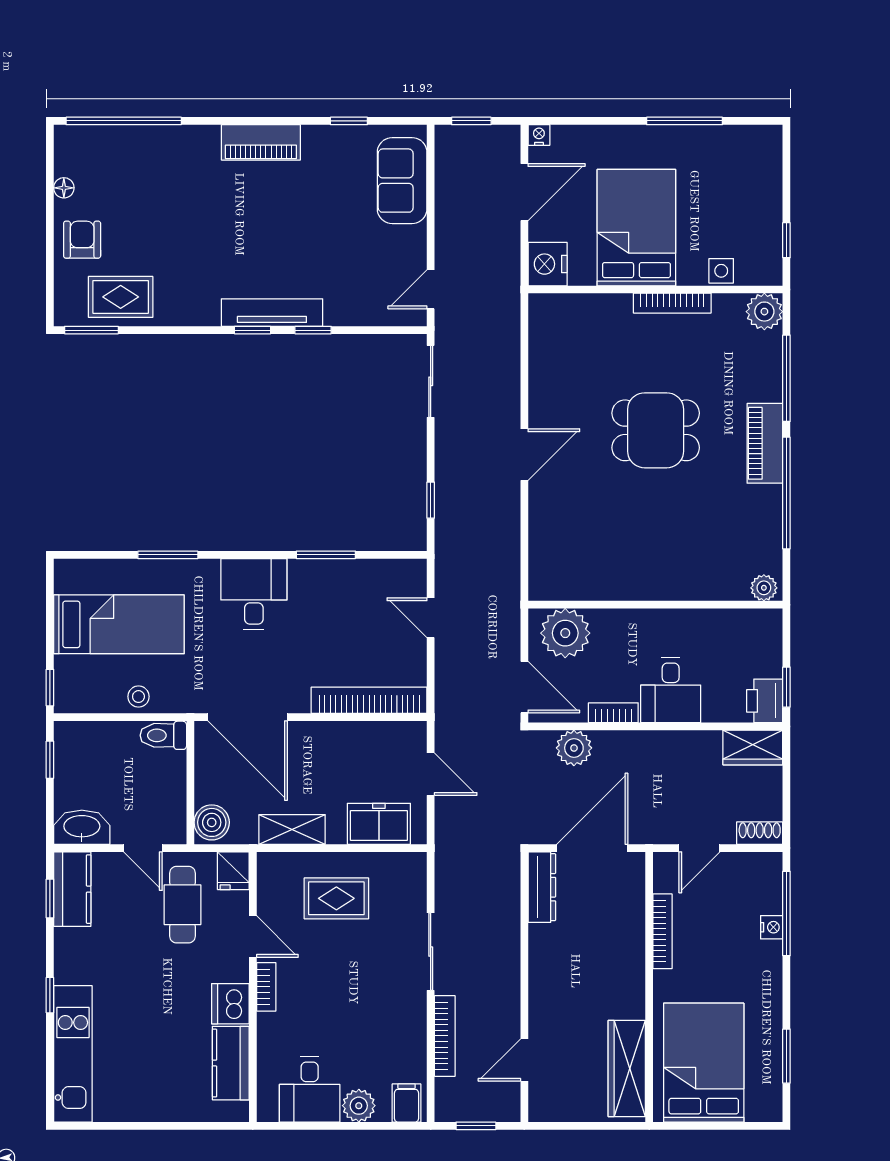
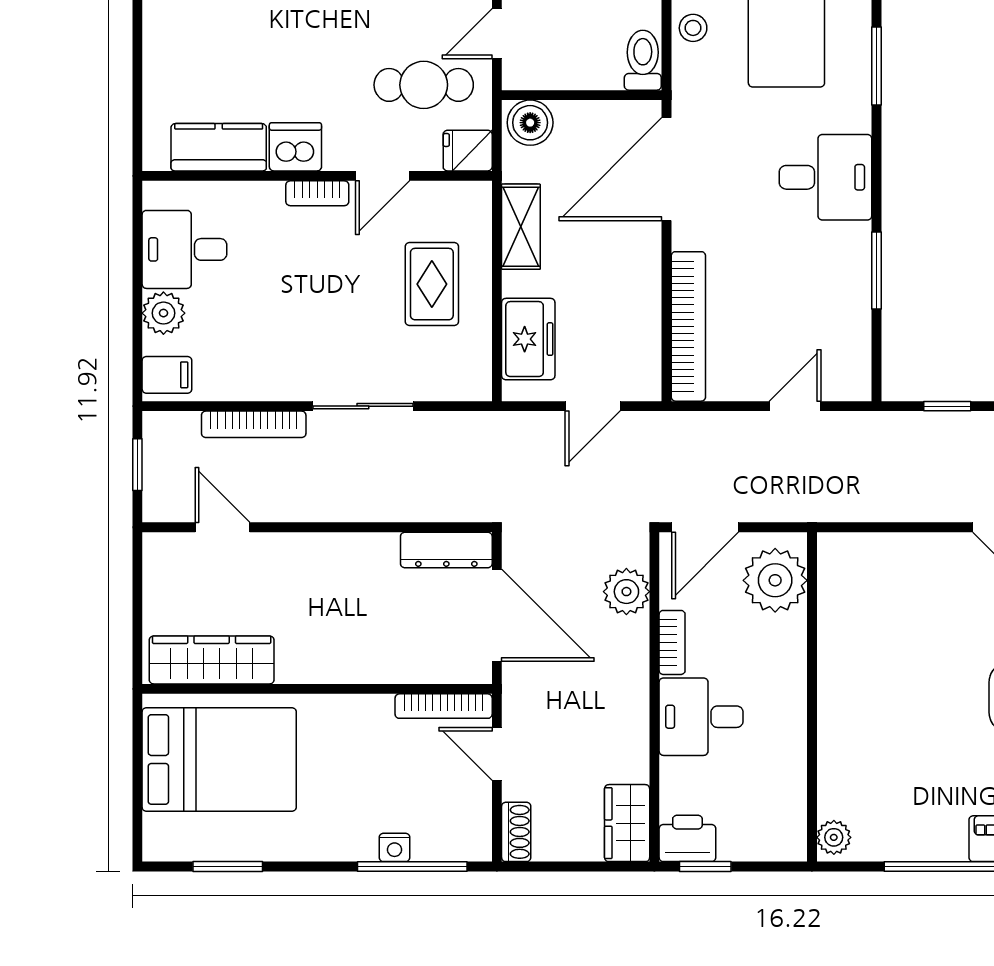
bookcase: (662, 931) -> (444, 706), moved

